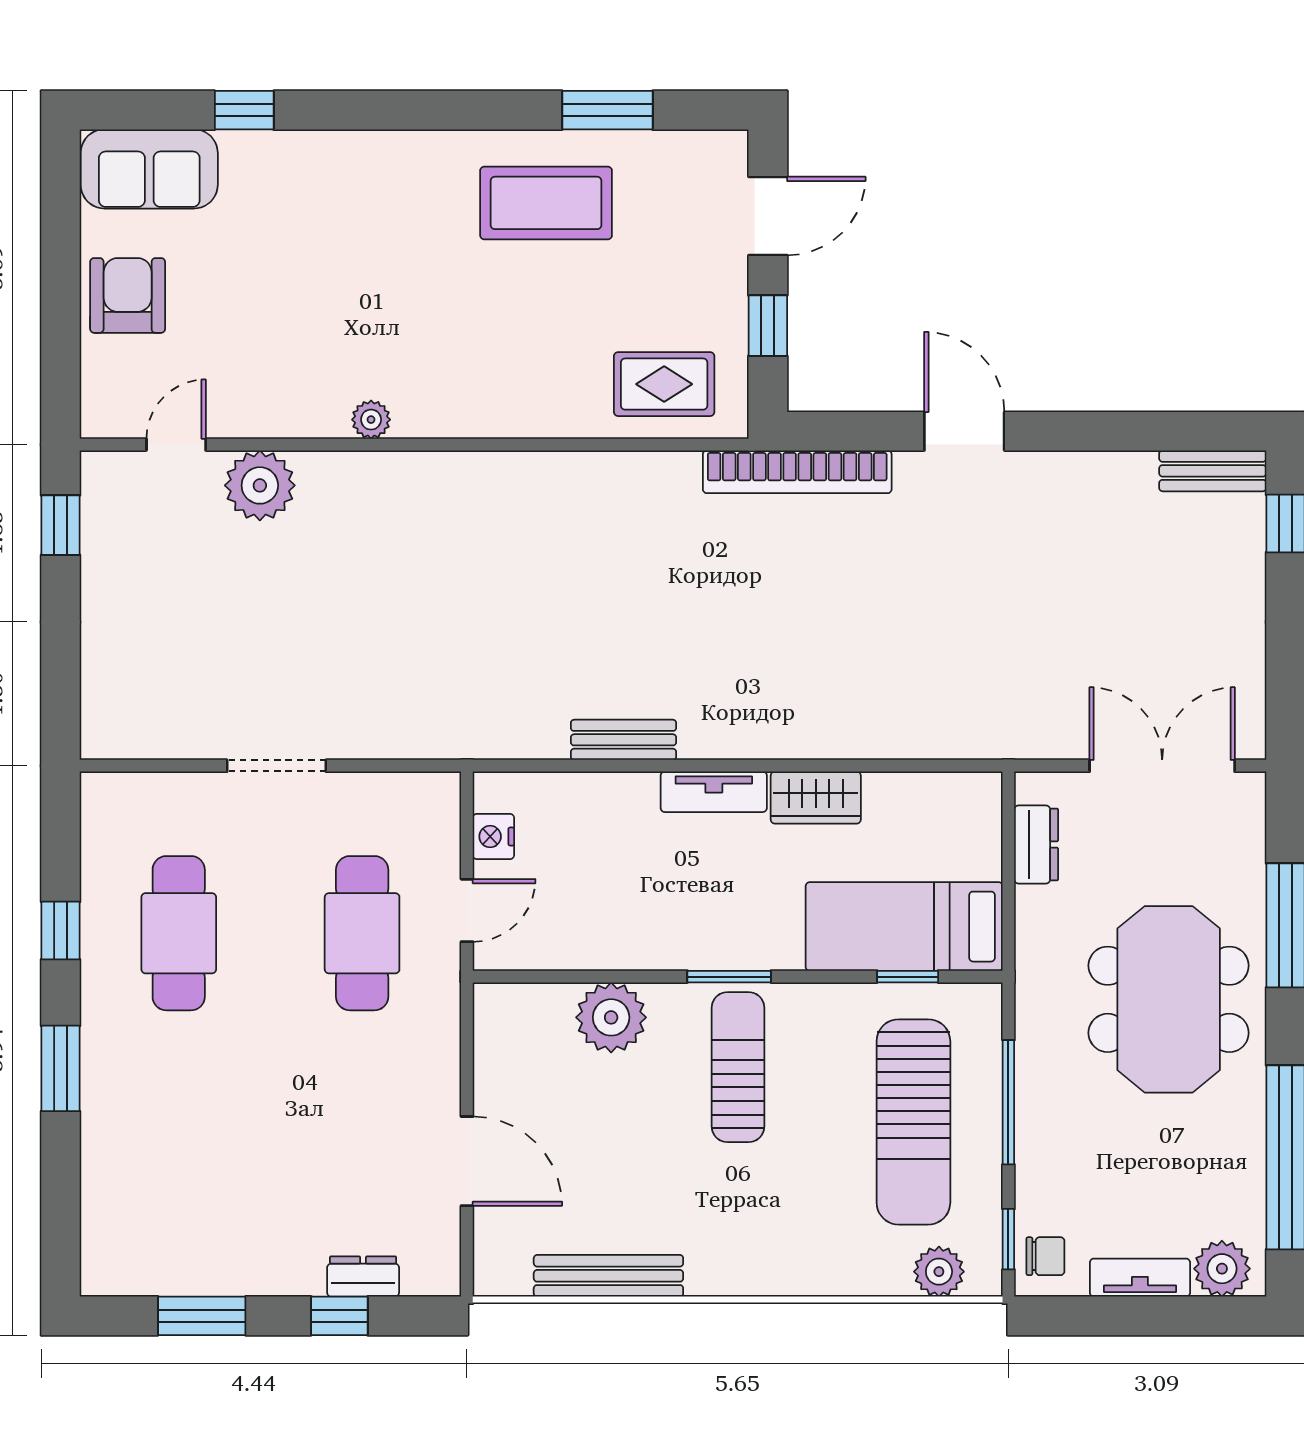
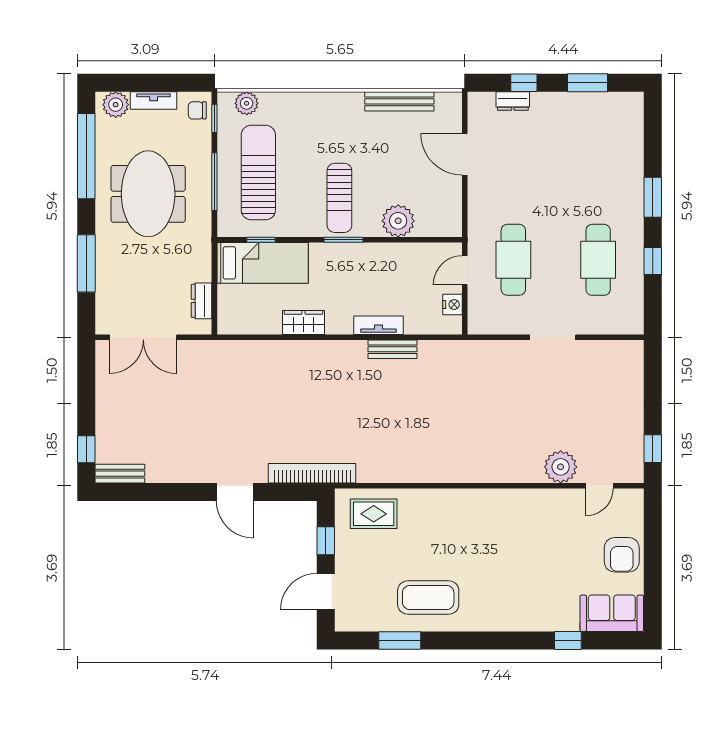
plant: (371, 420) -> (509, 497), removed
tv unit: (714, 792) -> (378, 325), moved
meeting table: (1169, 999) -> (148, 194), moved

